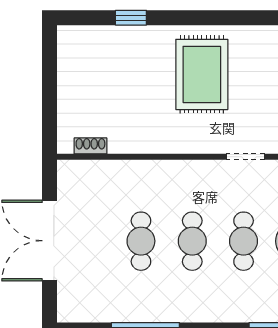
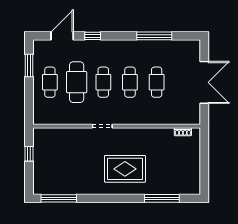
window: (131, 18) -> (162, 198), width x2.17
rug: (202, 74) -> (125, 169), turned 90

